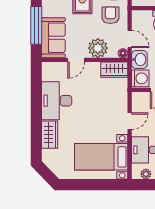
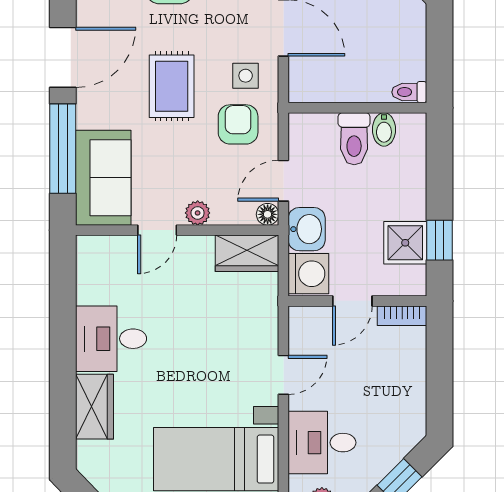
door: (130, 39) -> (283, 181), swing flipped
plant: (98, 48) -> (198, 213), width x0.53, depth x0.53
desk: (57, 101) -> (111, 339), width x0.73

